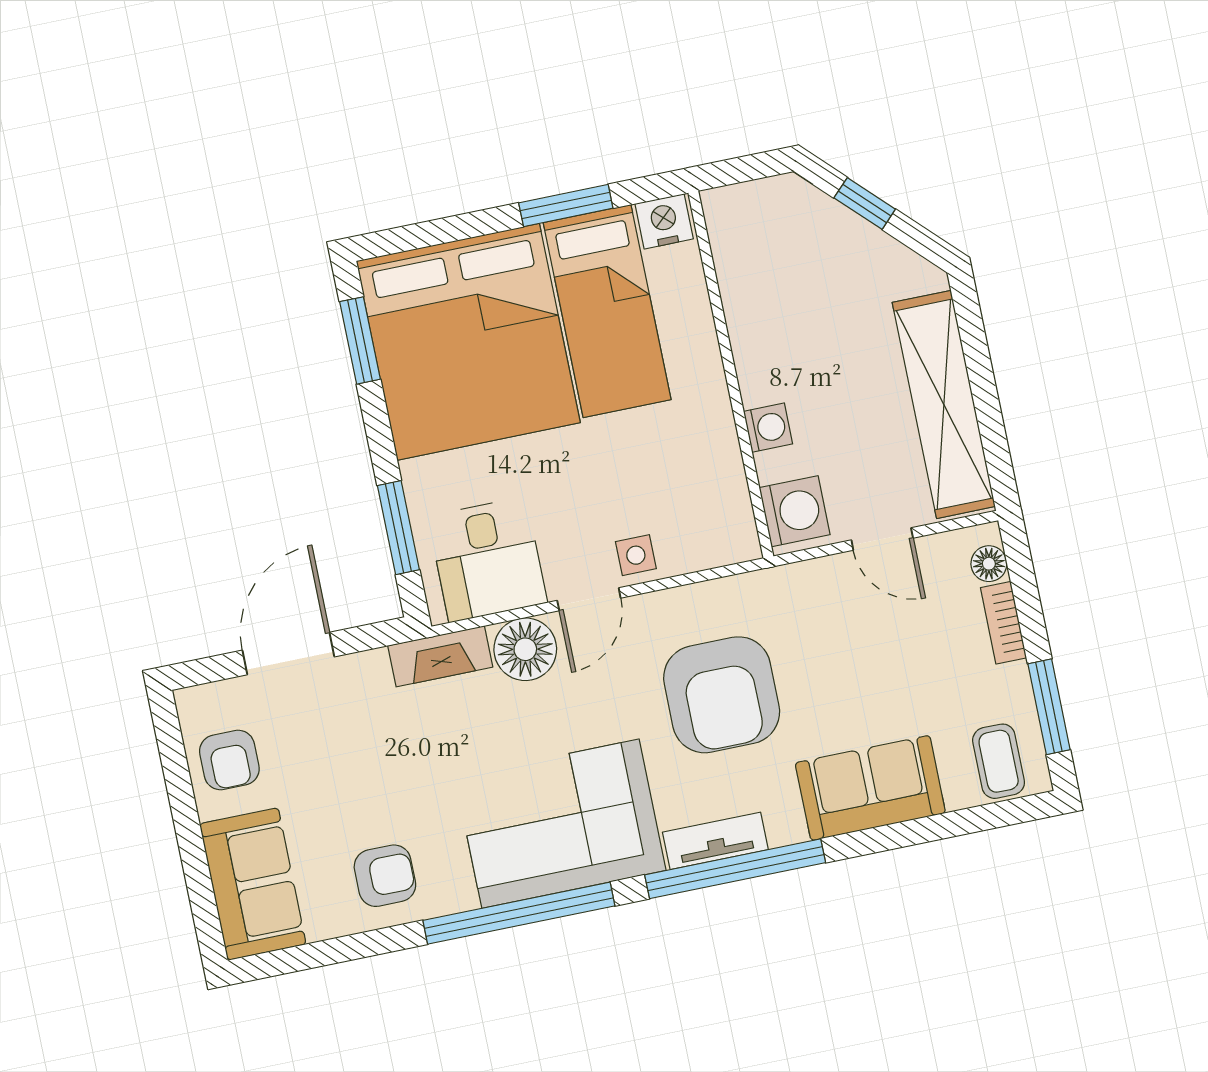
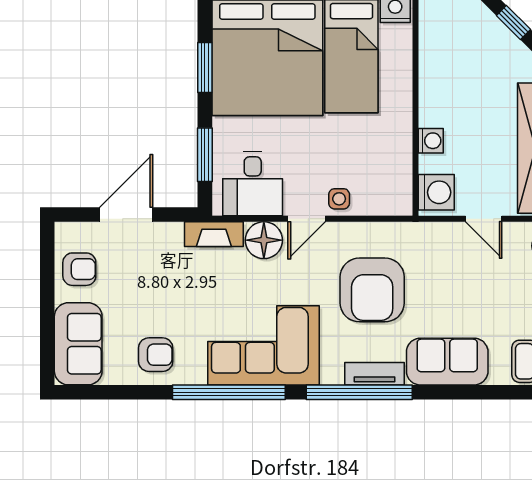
window: (360, 340) -> (205, 68), moved
armchair: (229, 760) -> (79, 269), turned -90
tv unit: (715, 841) -> (375, 374), moved

